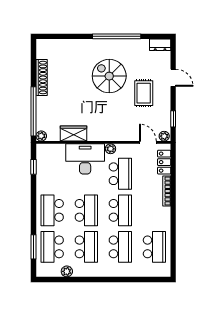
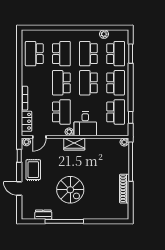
dresser: (160, 45) -> (43, 215), moved
rug: (144, 93) -> (33, 170), moved
wardrobe: (74, 134) -> (74, 144), moved
door: (148, 142) -> (39, 137), hinge flipped
desk: (85, 159) -> (85, 124), width x0.73
school desk: (52, 174) -> (116, 112), added
school desk: (120, 174) -> (61, 112), turned 180
school desk: (120, 247) -> (61, 54), turned 180

